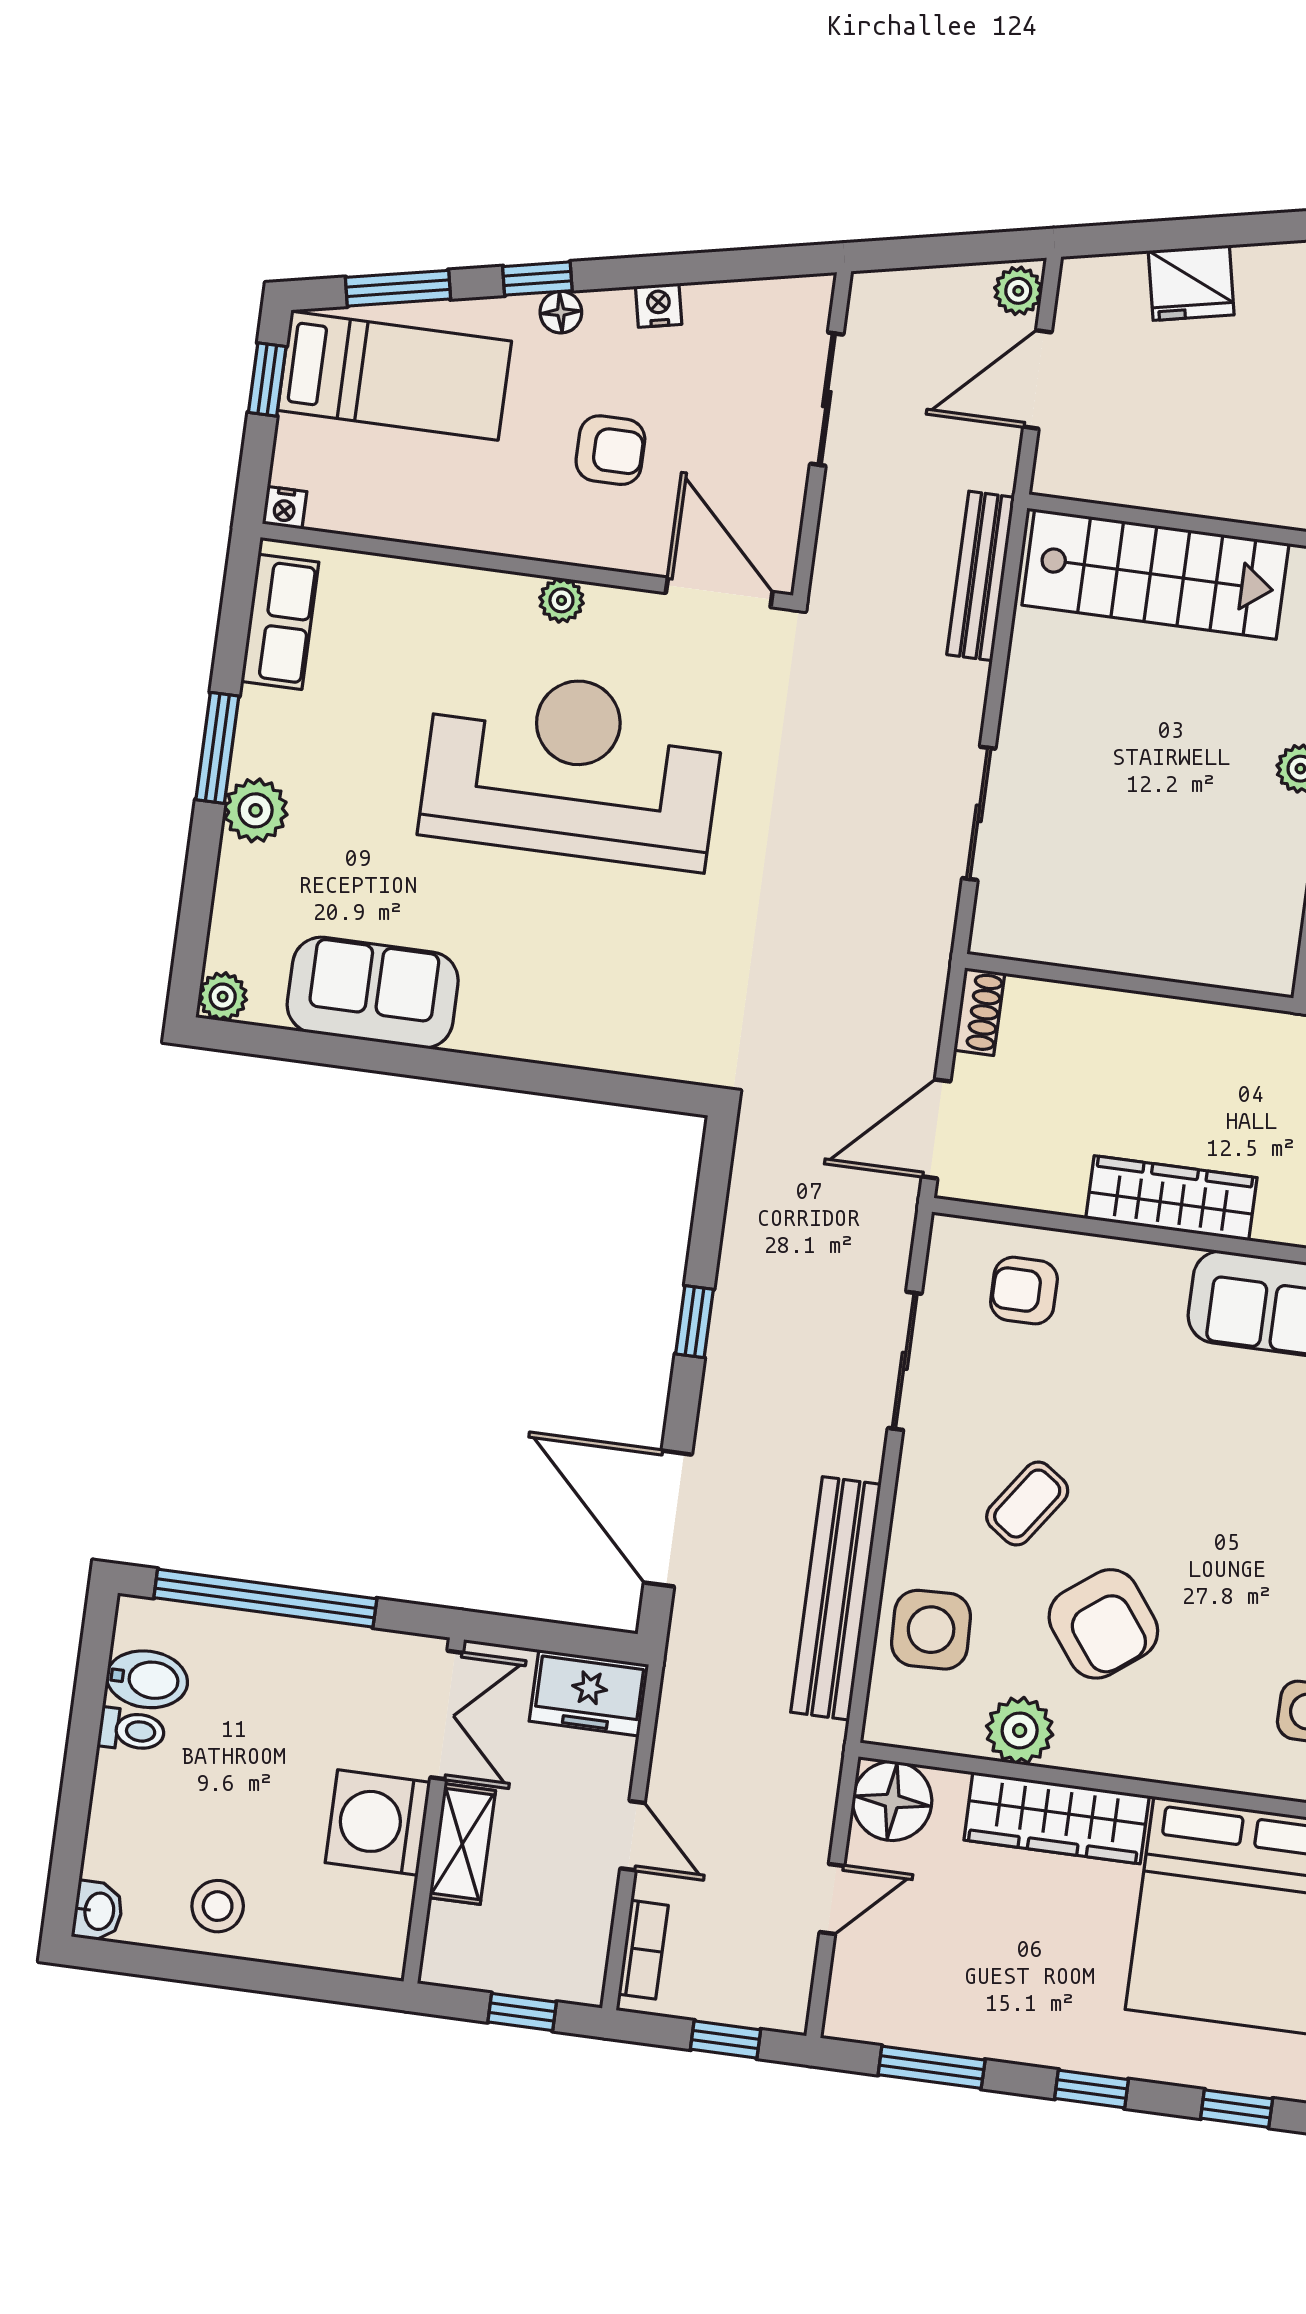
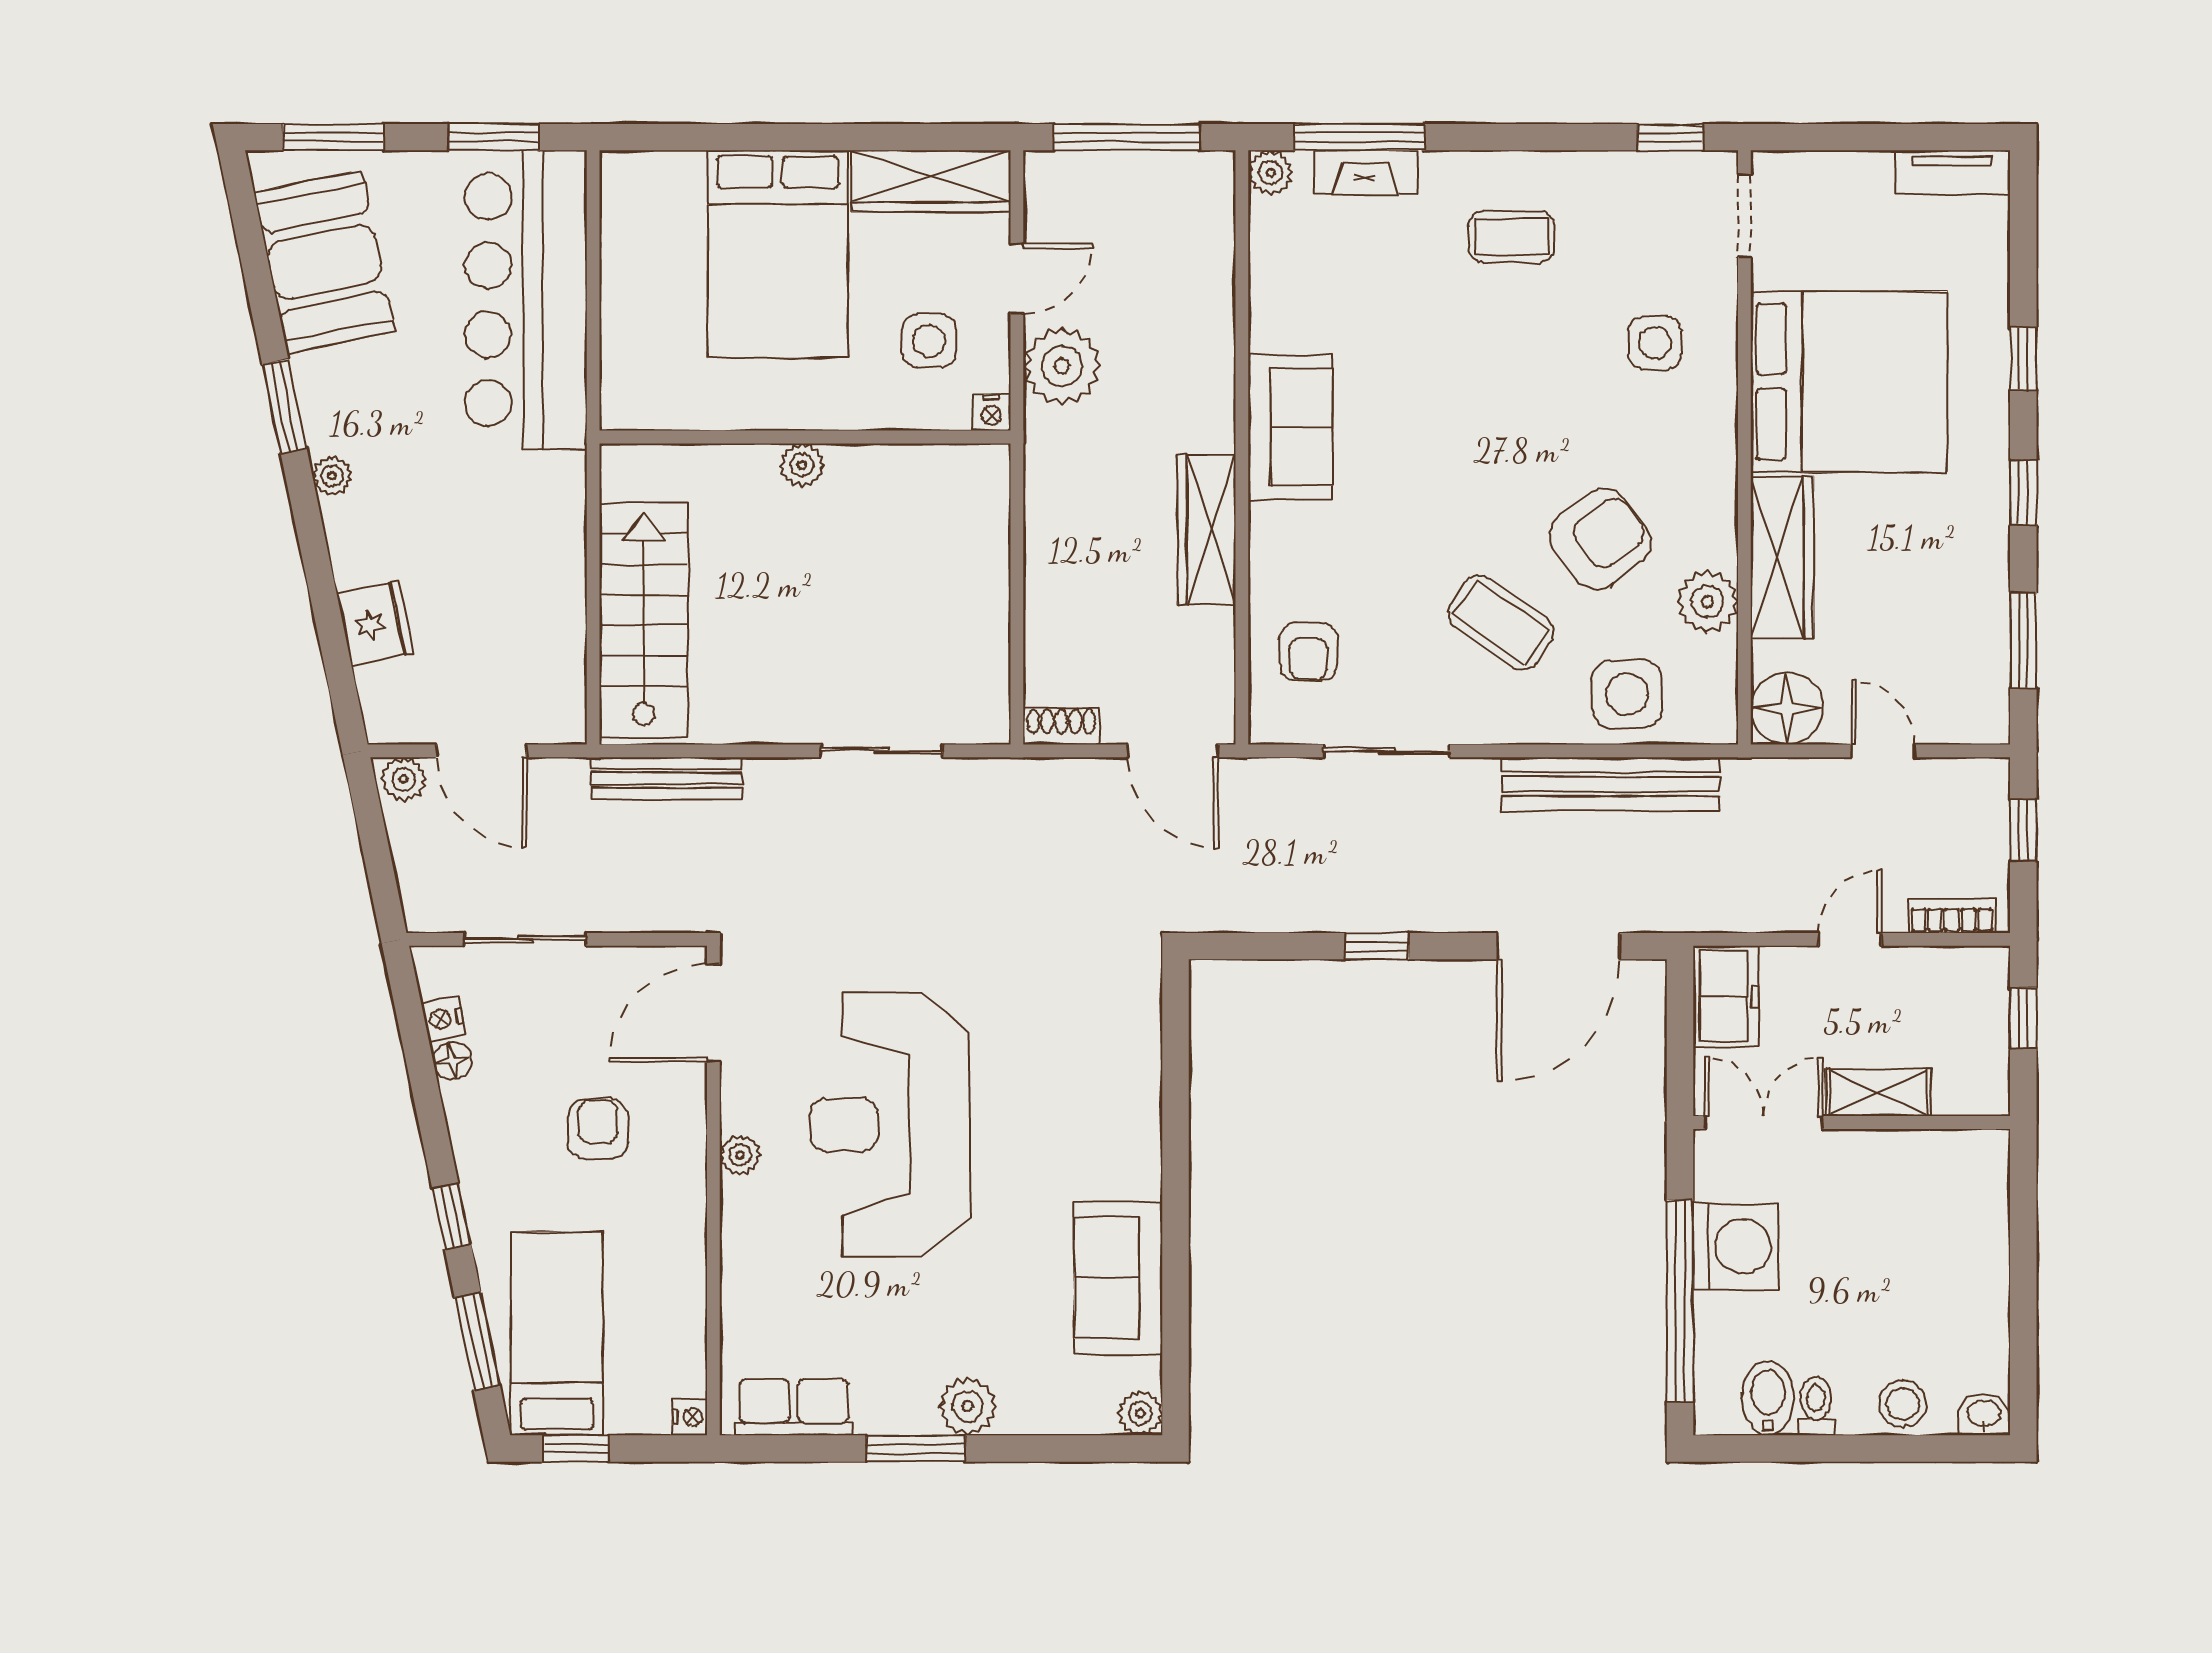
nightstand: (659, 305) -> (443, 1019), moved
floor lamp: (561, 312) -> (452, 1061), moved
coffee table: (1027, 1504) -> (1501, 623), width x1.36, depth x1.30
washing machine: (378, 1822) -> (1736, 1246), moved, turned -90
stool: (218, 1906) -> (1903, 1404), moved

